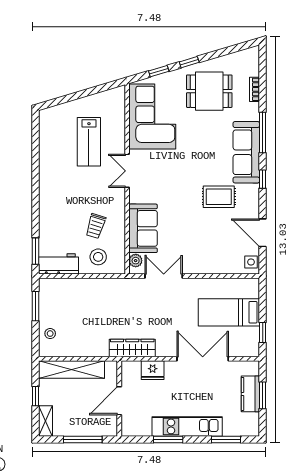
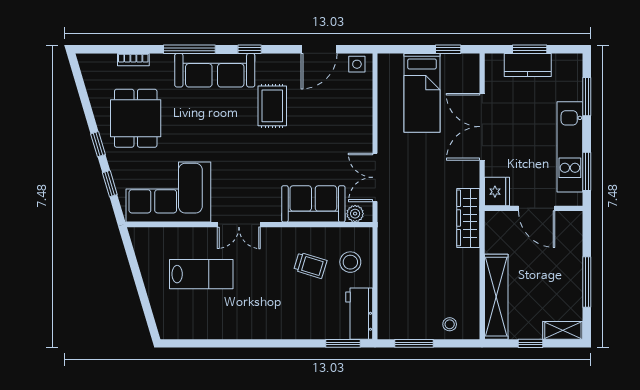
wall: (119, 398) -> (534, 208), moved
door: (119, 401) -> (537, 208), moved

